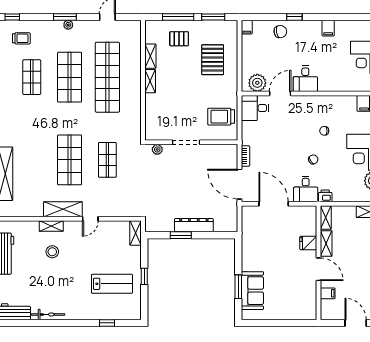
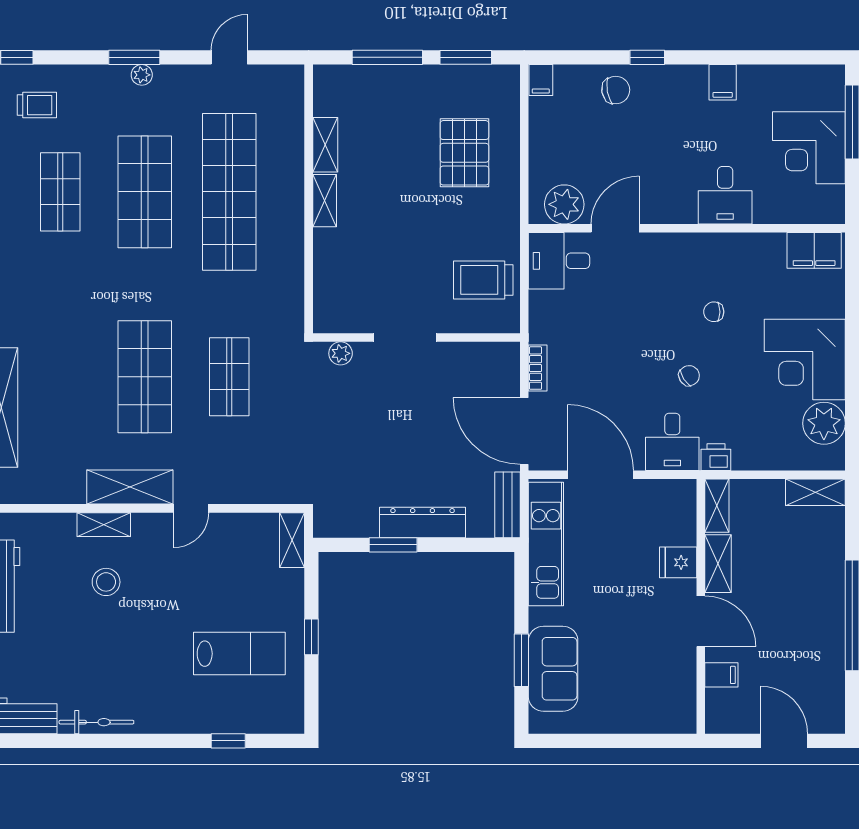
pallet: (179, 39) -> (389, 106), removed
desk: (305, 79) -> (725, 195), moved
bench: (232, 217) -> (508, 505), added
kitchen unit: (249, 235) -> (546, 544), added

